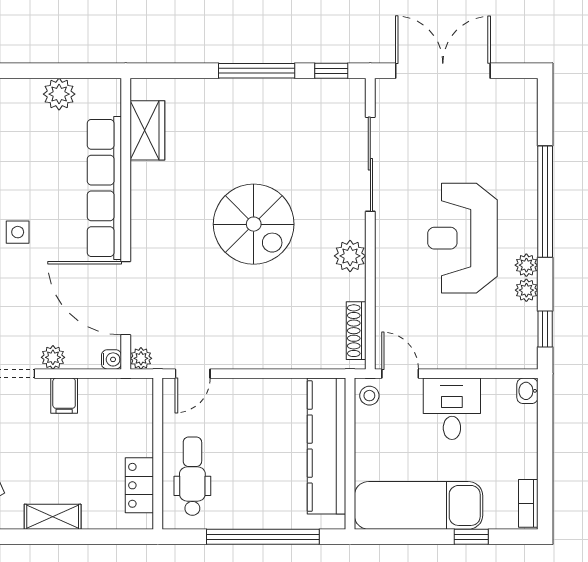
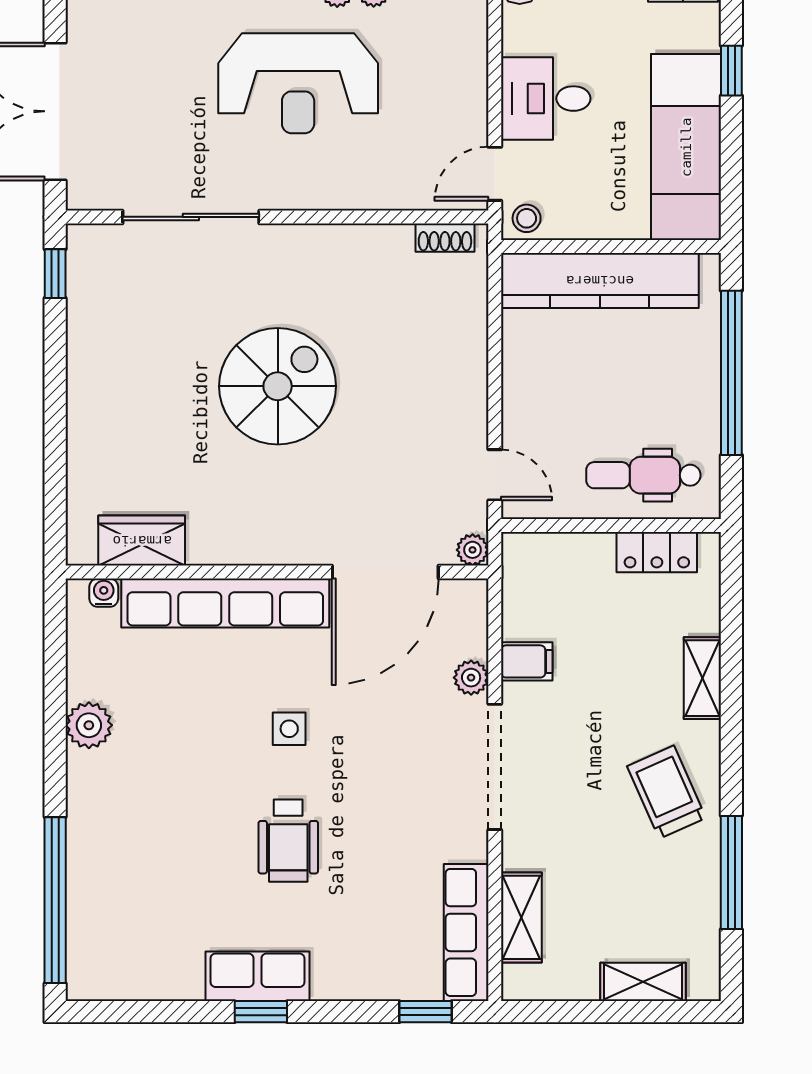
window: (257, 71) -> (55, 382), removed
plant: (59, 94) -> (89, 725), moved
plant: (350, 256) -> (324, 246), removed
shoe rack: (356, 331) -> (445, 238), width x0.70
water cooler: (111, 359) -> (104, 593), moved

